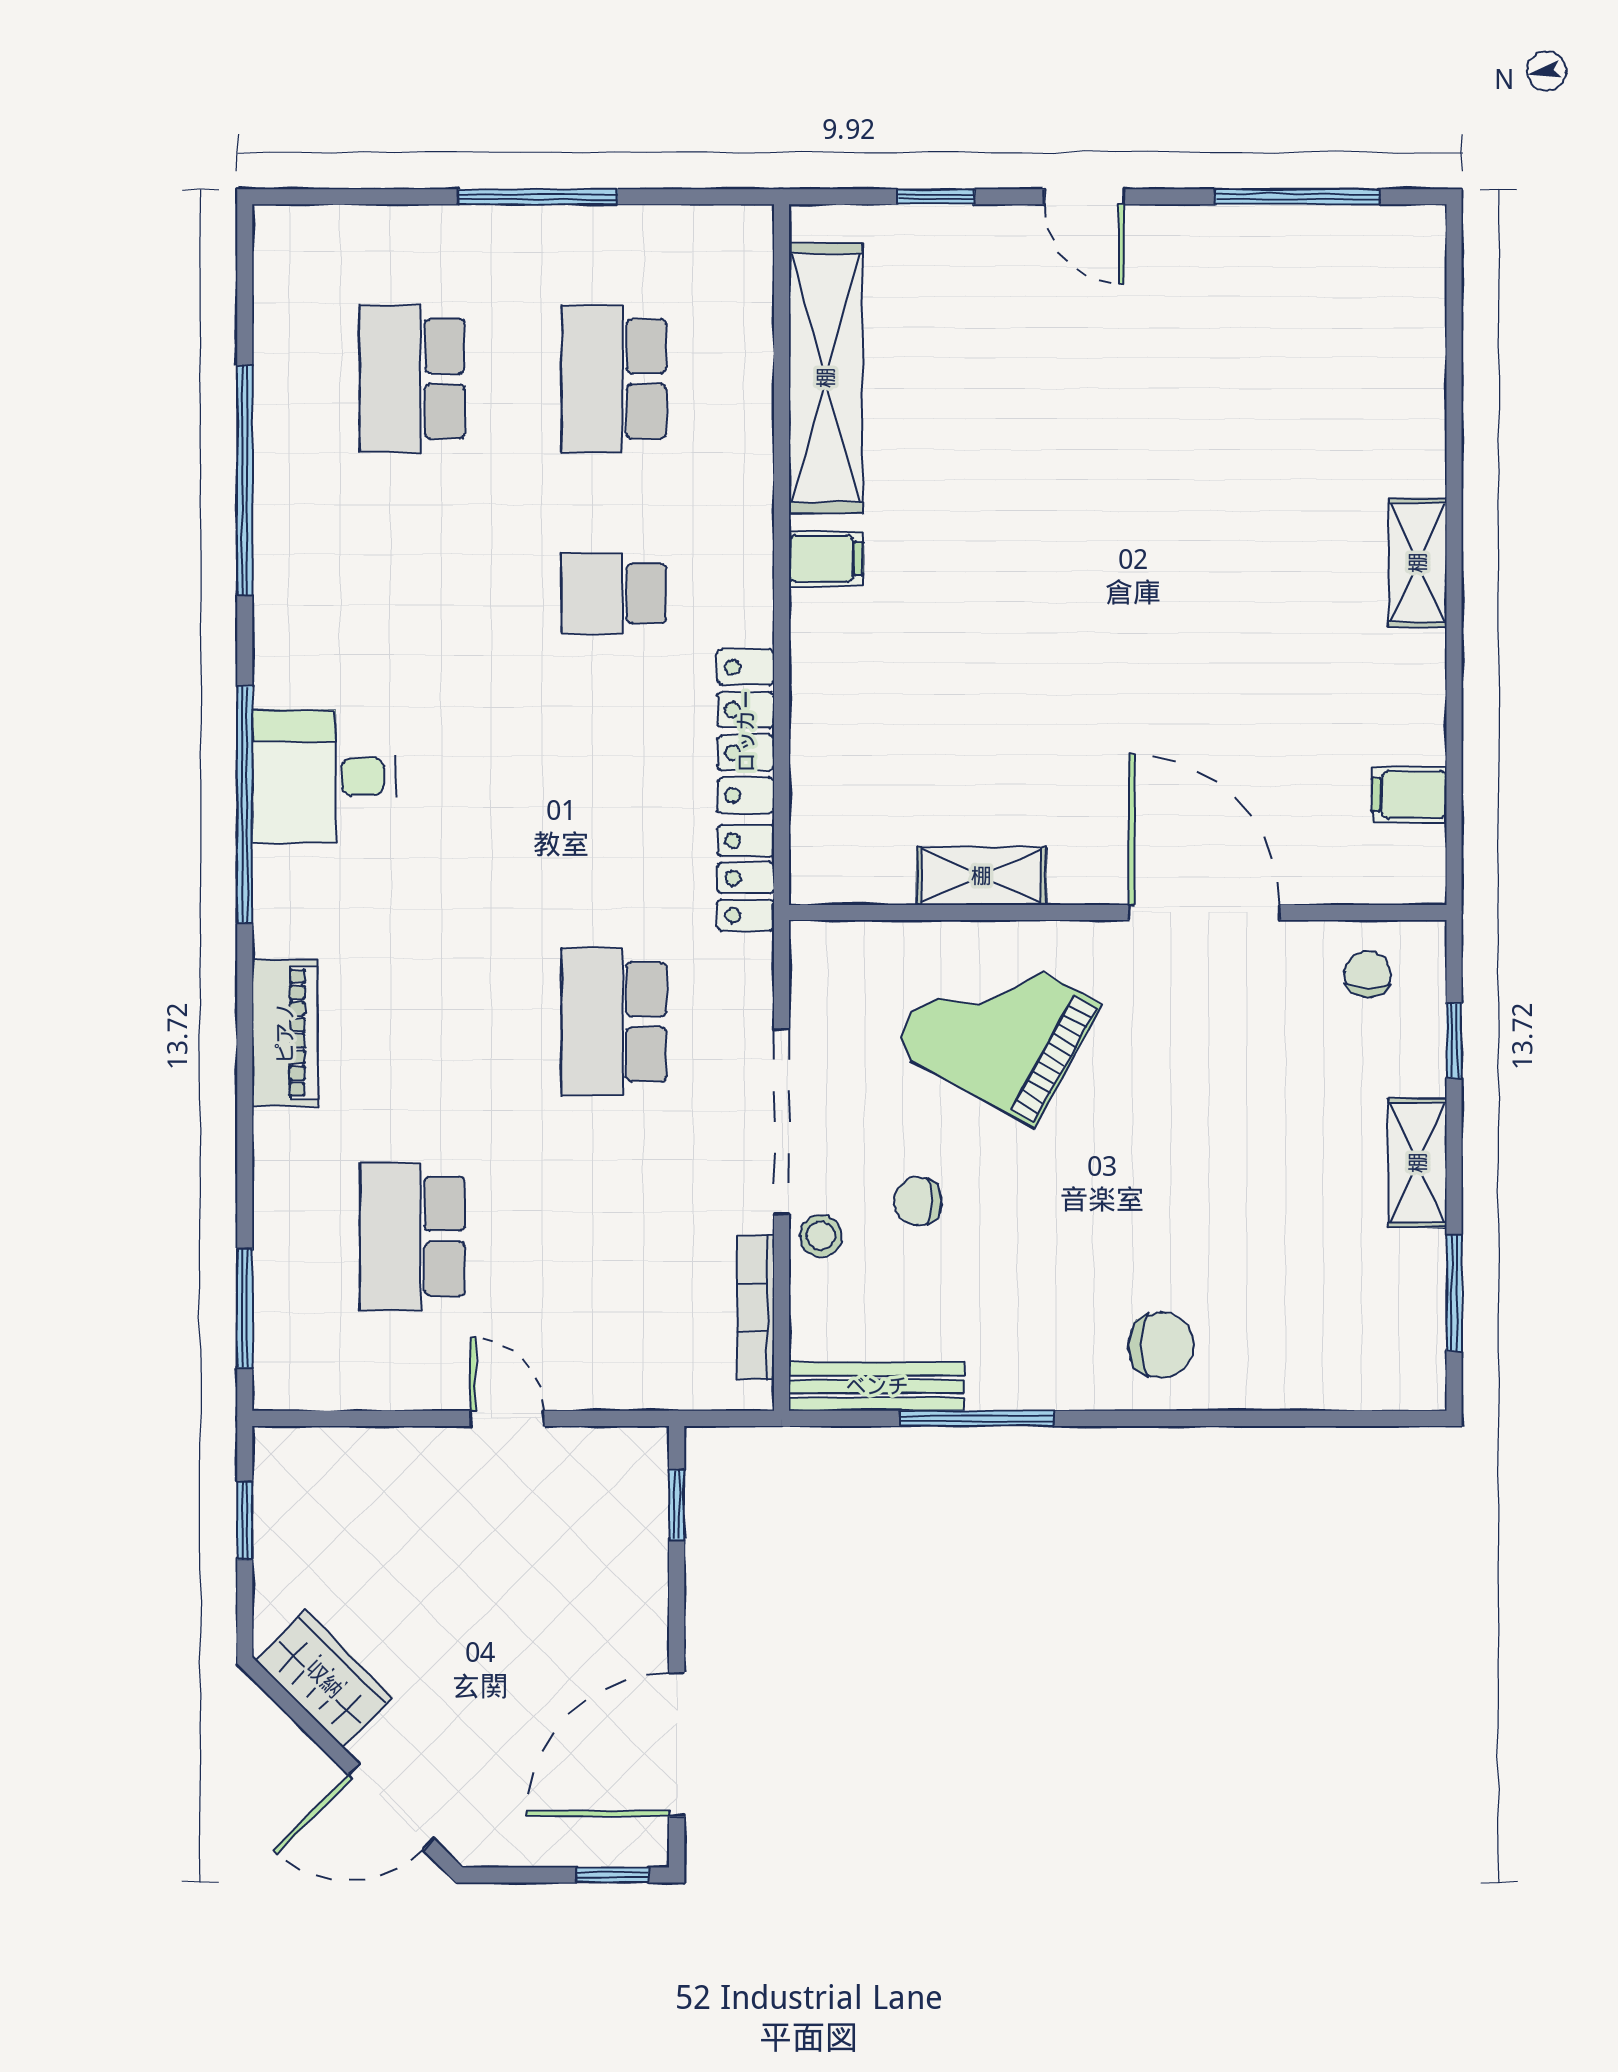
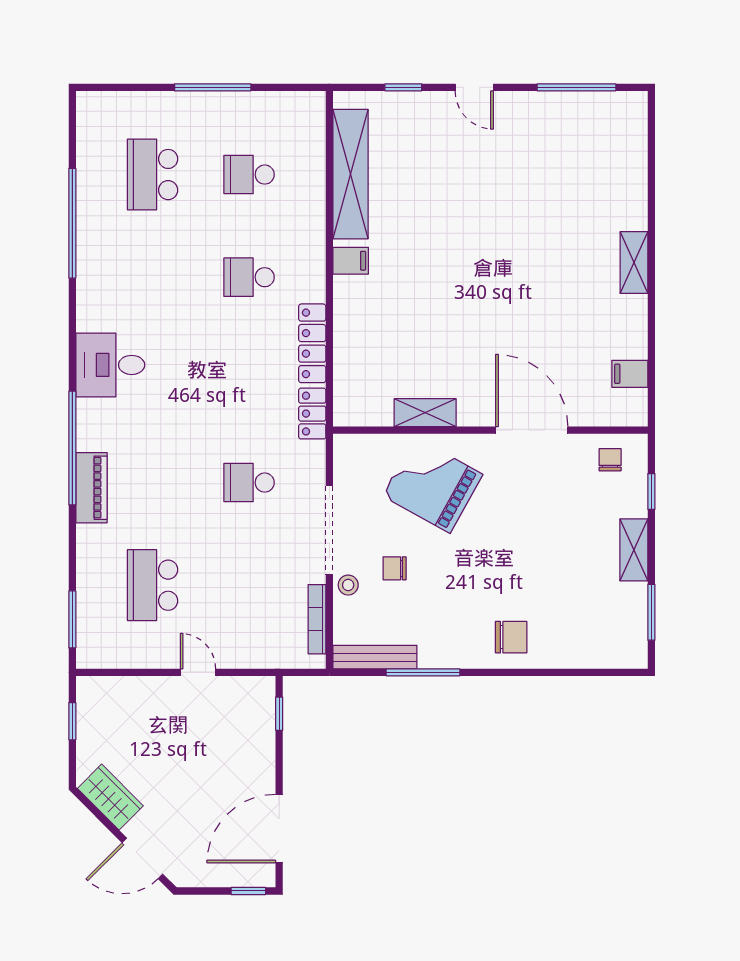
school desk: (614, 379) -> (249, 175), width x0.54
window: (245, 804) -> (72, 448), moved
school desk: (614, 1022) -> (249, 483), width x0.54

